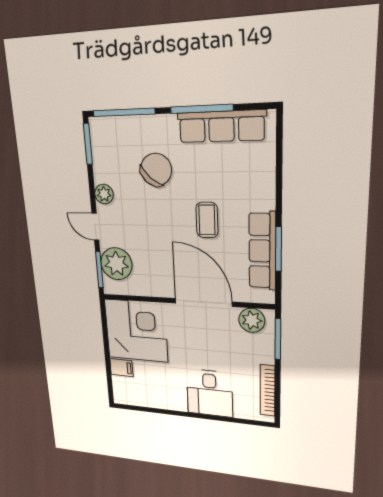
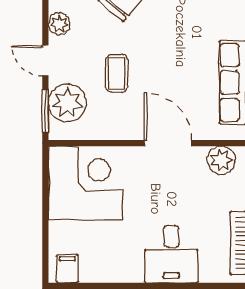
coffee table: (207, 220) -> (117, 73), moved
door: (203, 302) -> (168, 143), width x0.73
filing cabinet: (121, 368) -> (67, 269), moved, turned -90

